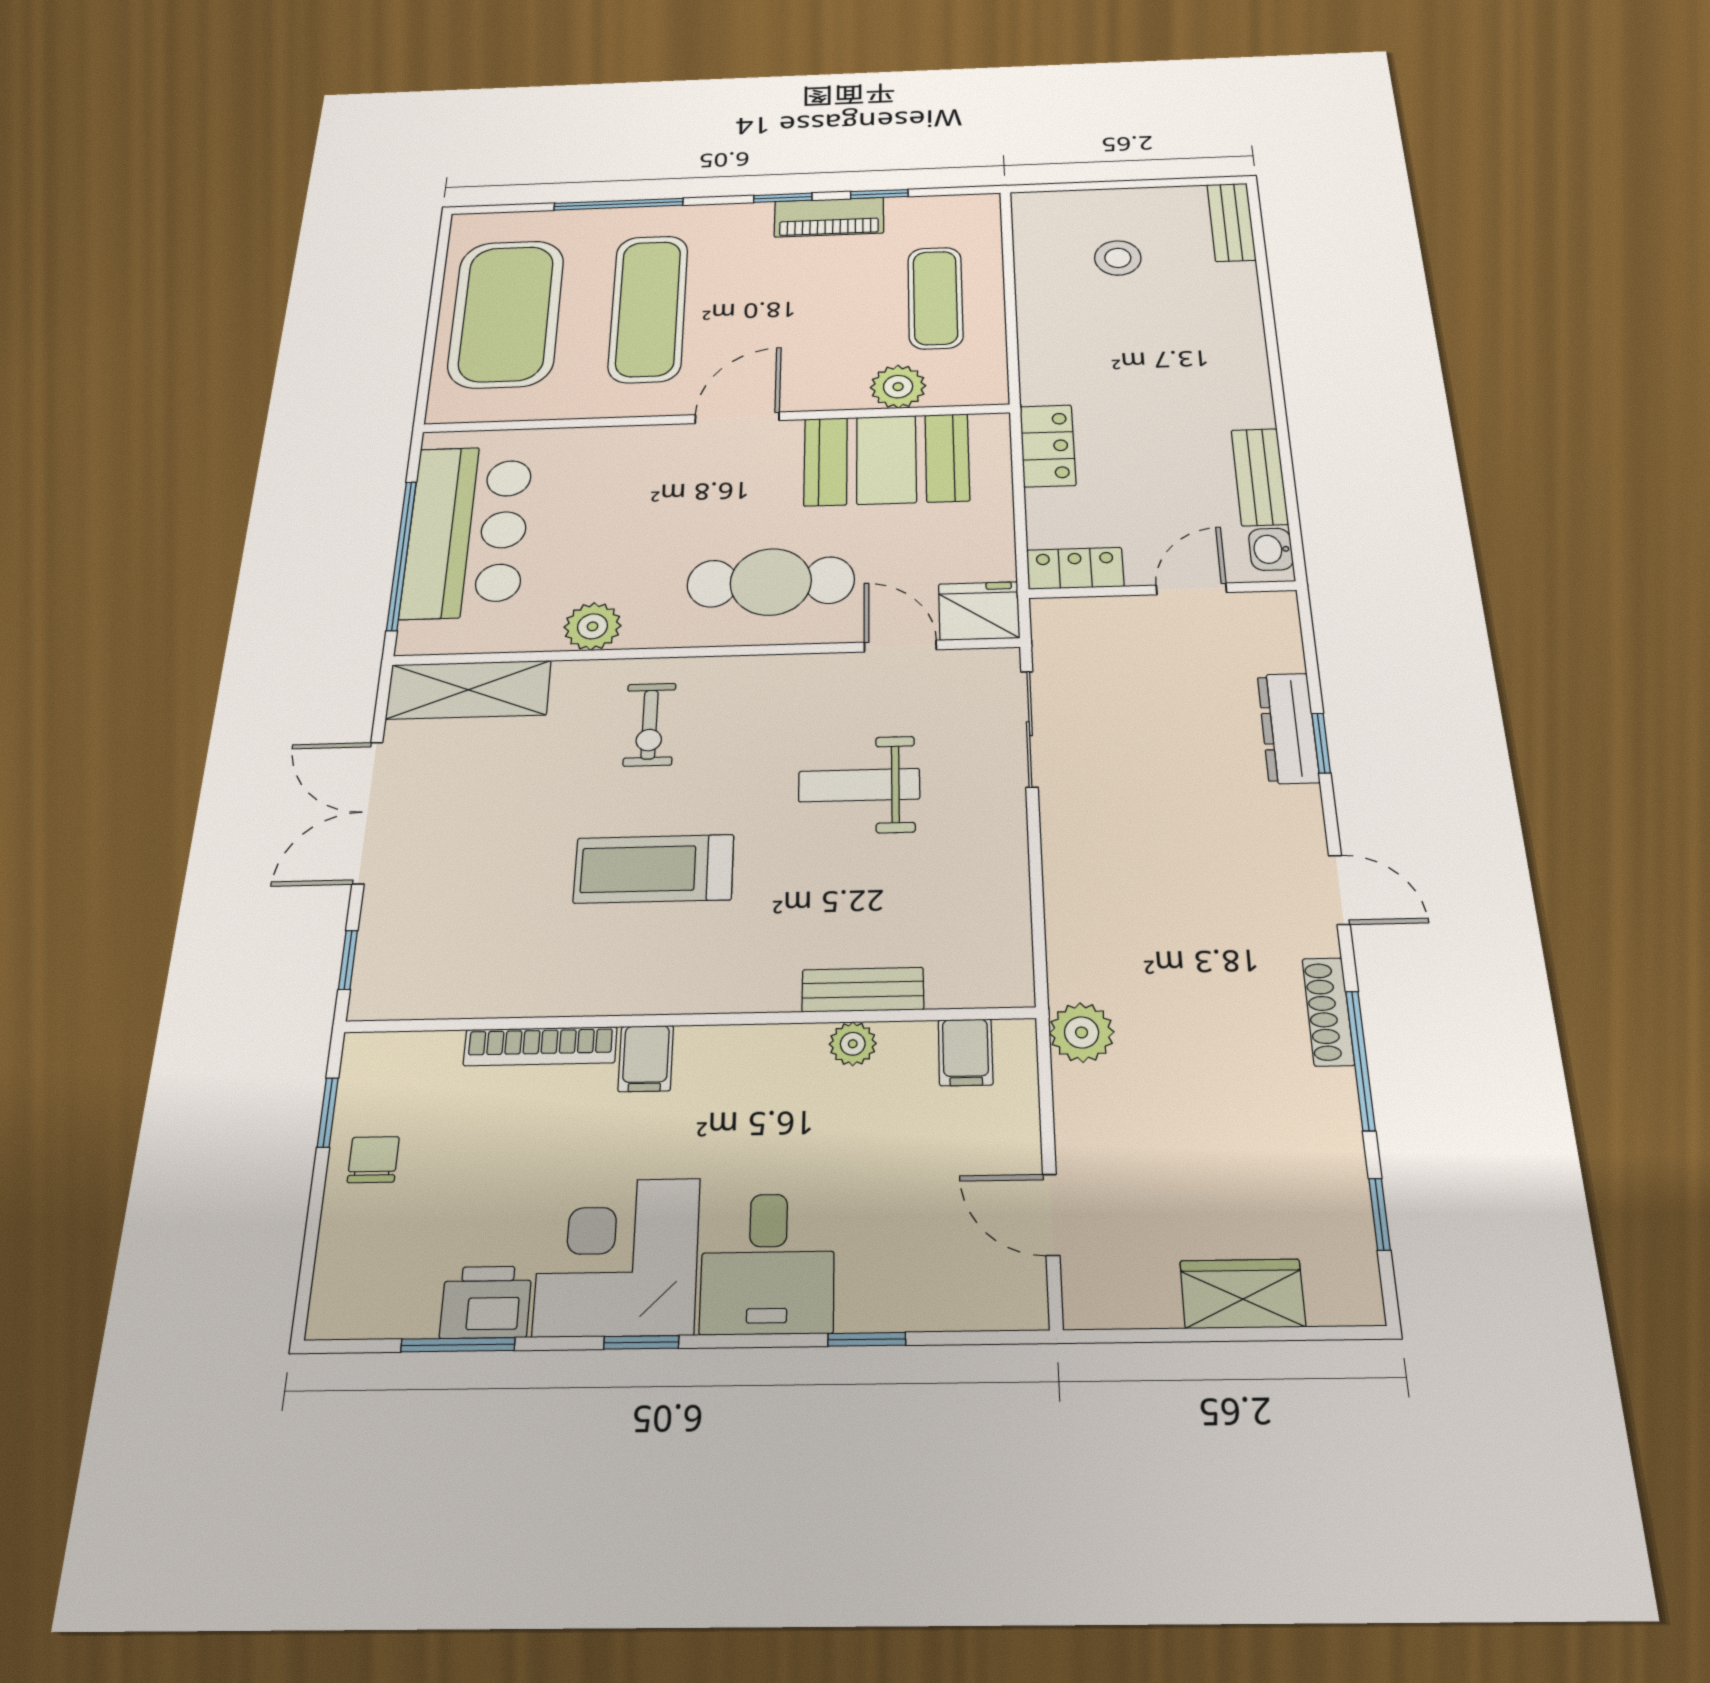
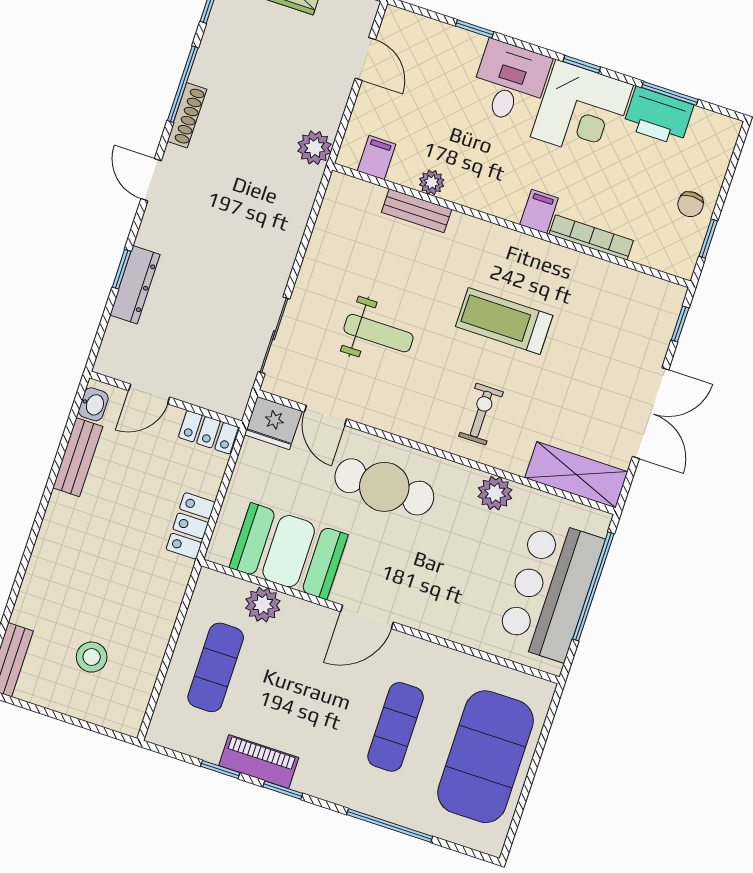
exercise mat: (648, 308) -> (396, 727), width x0.73, depth x0.69
treadmill: (654, 869) -> (504, 321), turned 180
printer: (486, 1302) -> (658, 116), width x1.37, depth x1.19

